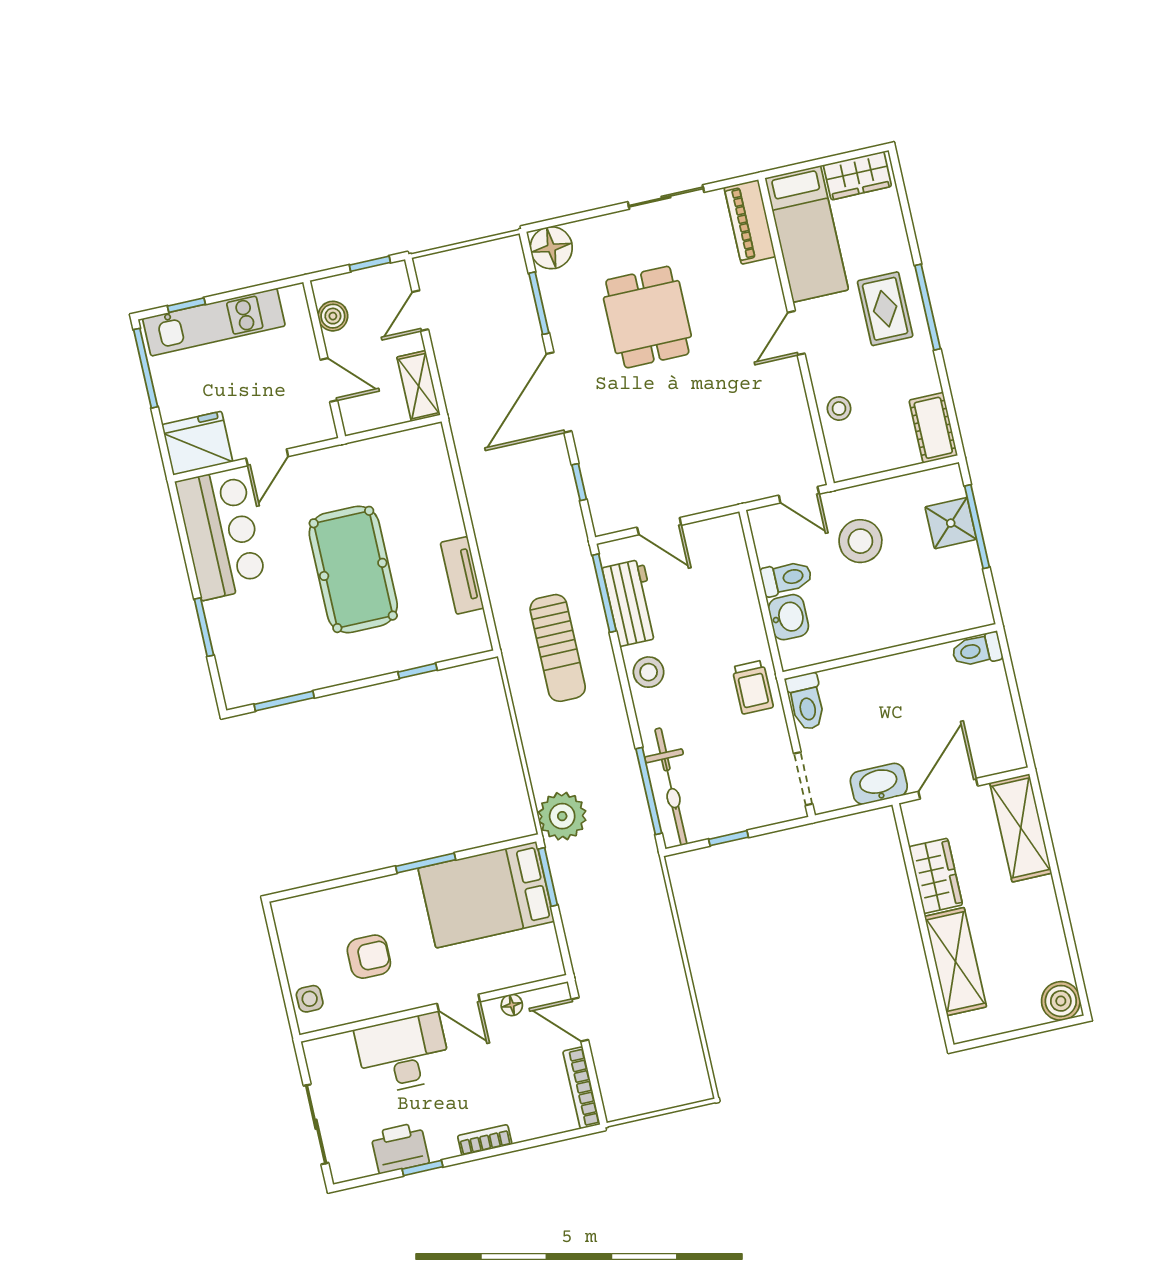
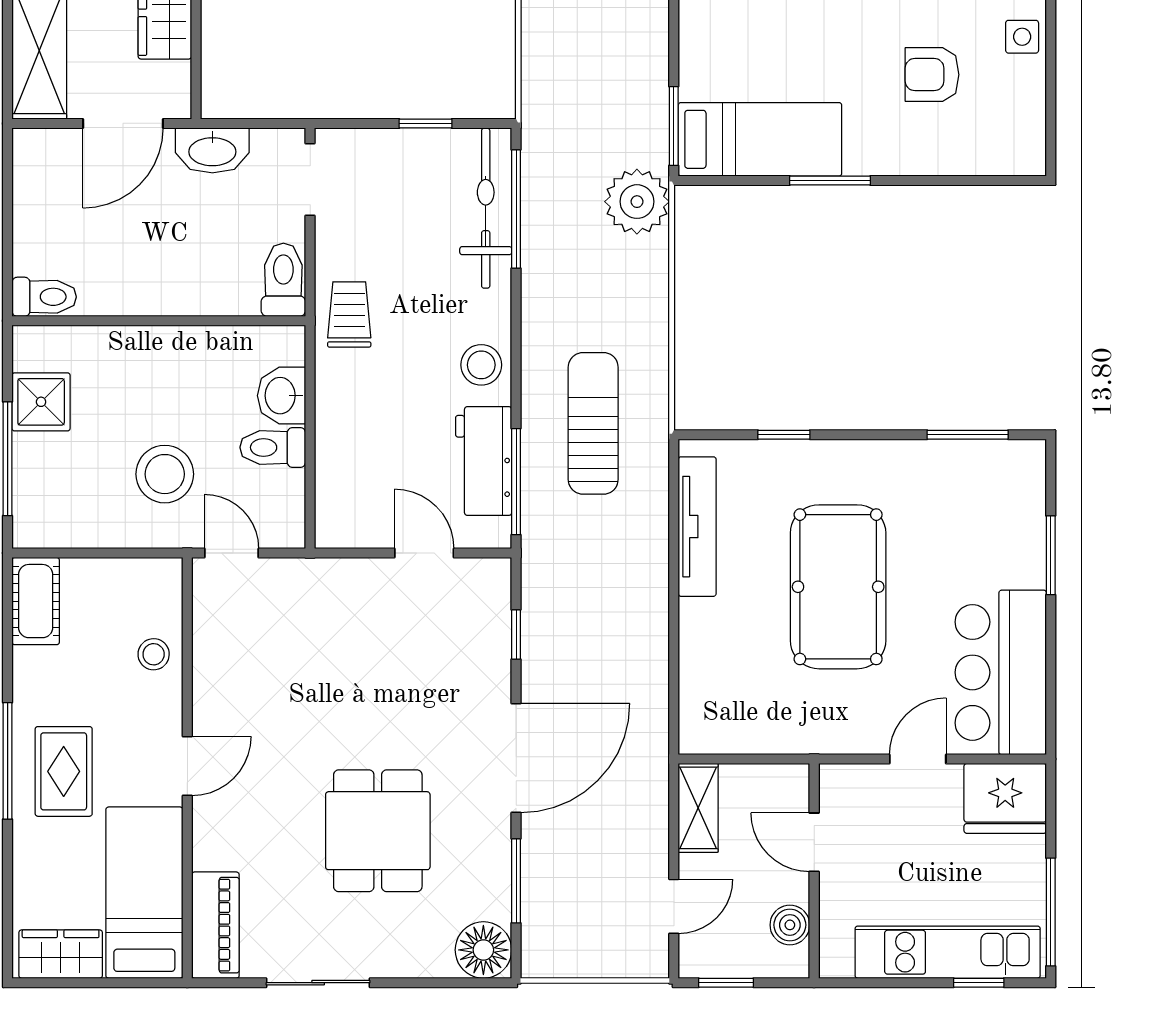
shower: (951, 523) -> (41, 402), moved
tv unit: (462, 575) -> (697, 527), width x1.41
bed: (486, 895) -> (760, 139), width x0.67

